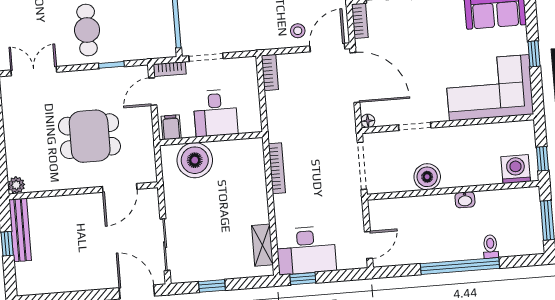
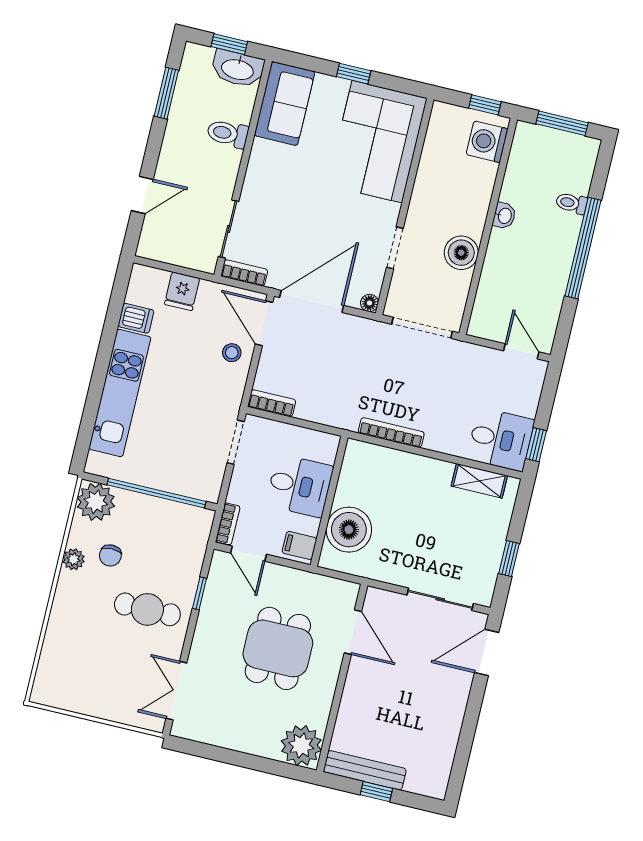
doorway: (206, 57) -> (236, 442), moved
plant: (16, 185) -> (301, 746), width x1.87, depth x1.87
desk: (306, 250) -> (501, 439), width x0.73

